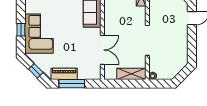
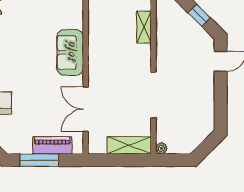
double door: (102, 50) -> (86, 109), swing flipped
piano: (64, 74) -> (52, 145), moved

